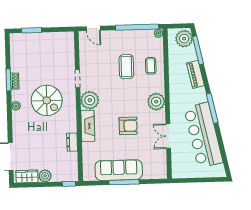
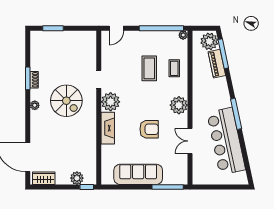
door: (93, 28) -> (116, 28), hinge flipped
piano: (195, 74) -> (217, 64), moved
dresser: (72, 142) -> (91, 144), removed
plant: (45, 176) -> (77, 178), moved
window: (124, 182) -> (168, 187), moved

